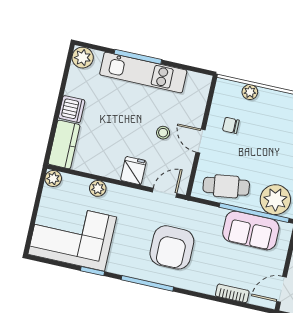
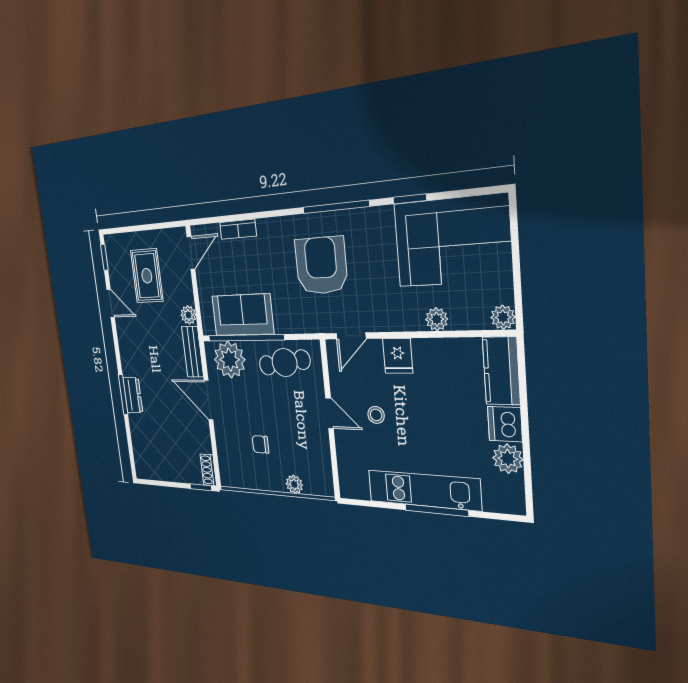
plant: (83, 58) -> (508, 459), moved
chair: (231, 125) -> (261, 444), moved, turned 180

